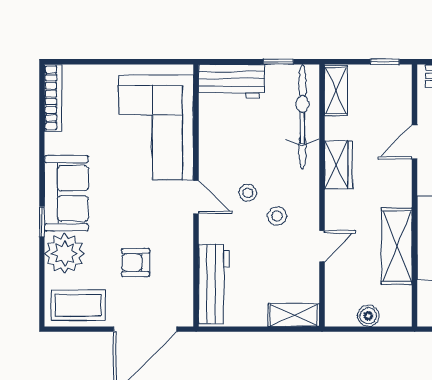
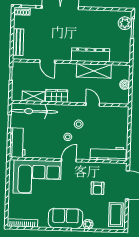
shelving: (336, 91) -> (34, 96), moved
plant: (65, 253) -> (88, 224), width x0.53, depth x0.53
shelving: (294, 315) -> (123, 118), removed

